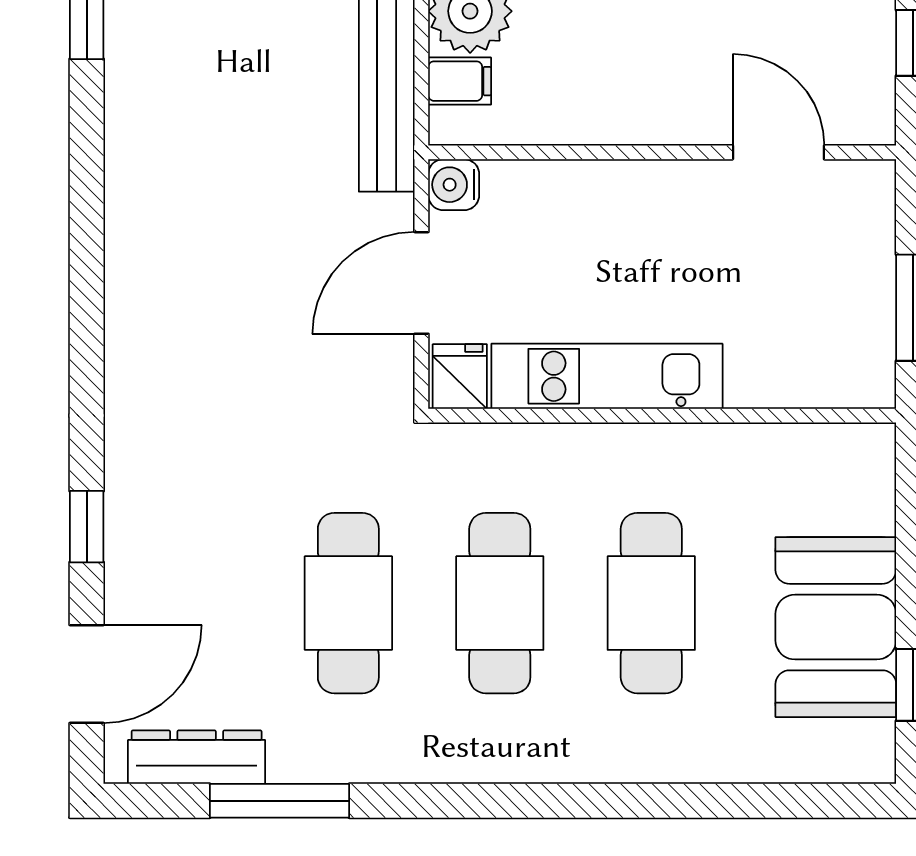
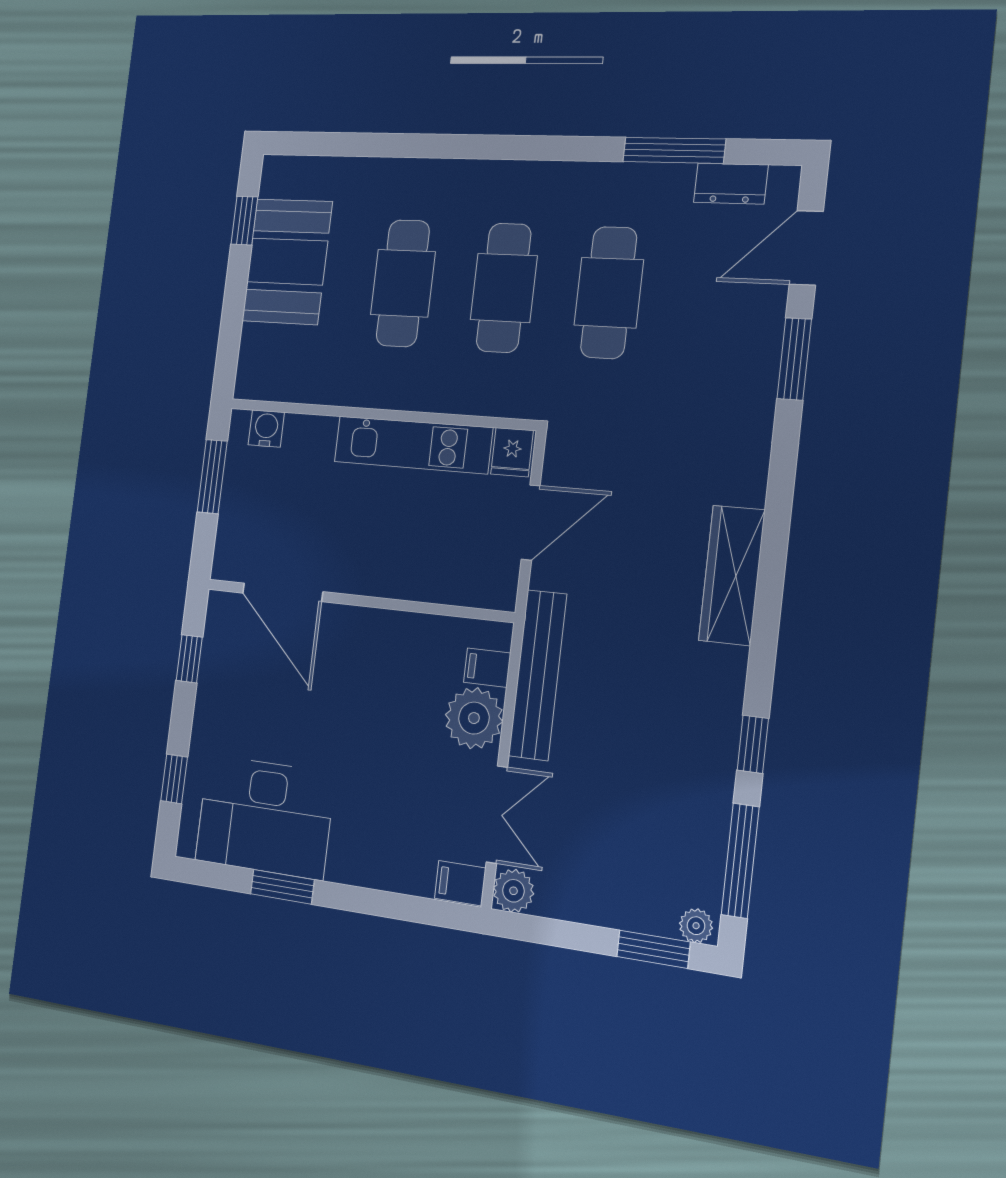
door: (778, 152) -> (283, 592), width x1.36
water cooler: (454, 185) -> (266, 429), moved, turned -90
wardrobe: (138, 238) -> (732, 575), added
window: (87, 527) -> (794, 359), width x1.50
dresser: (197, 757) -> (731, 184), width x0.70

